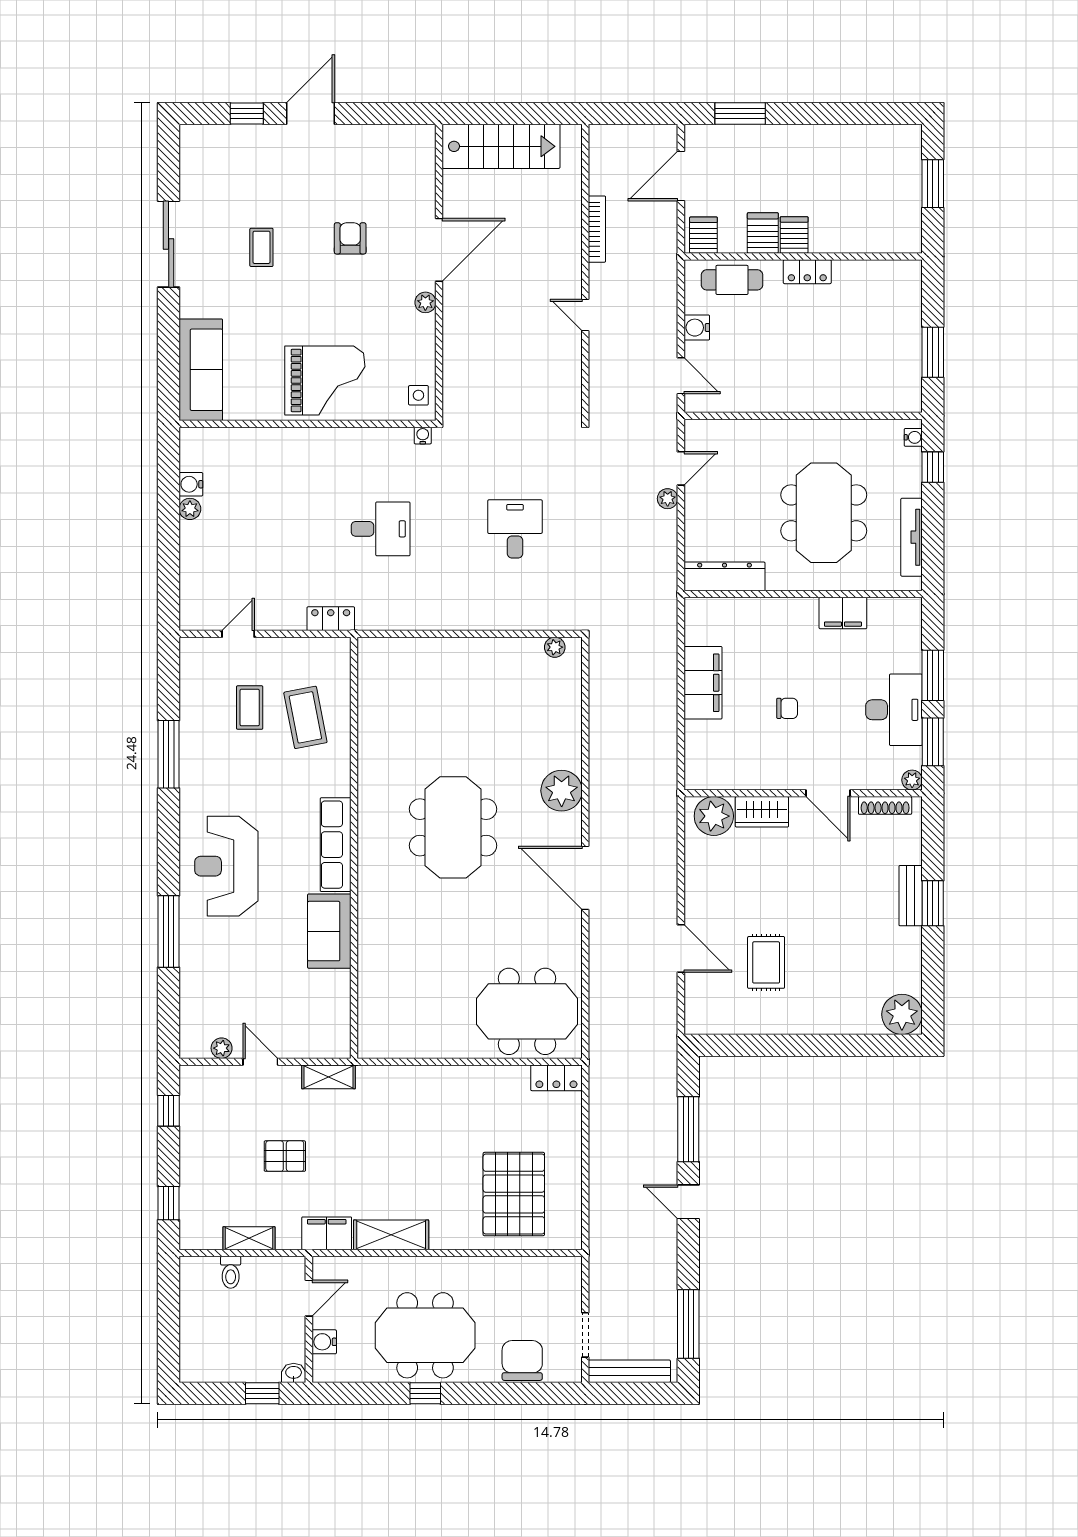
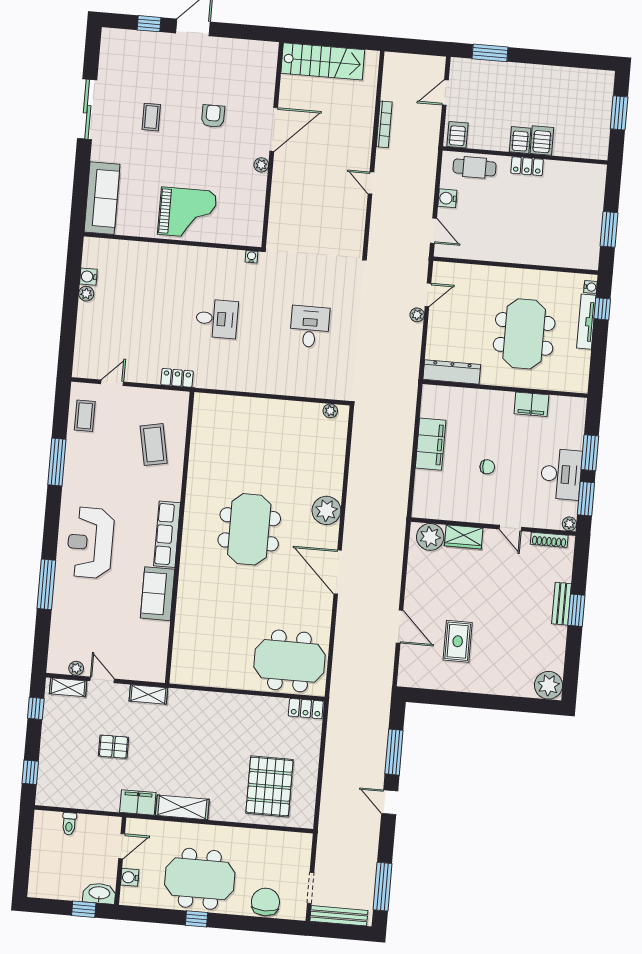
door: (681, 176) -> (445, 93), width x0.73
server rack: (763, 233) -> (542, 141), moved
side table: (418, 395) -> (251, 229), removed
tv unit: (912, 537) -> (586, 322), moved
coffee table: (250, 708) -> (85, 416), moved
door: (828, 793) -> (510, 528), width x0.73
shelving: (249, 1238) -> (68, 687), moved
washbasin: (294, 1373) -> (99, 893), width x1.91, depth x1.45

